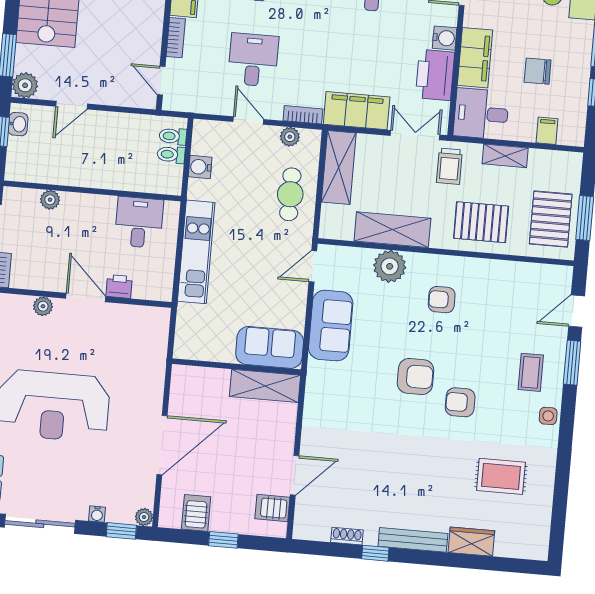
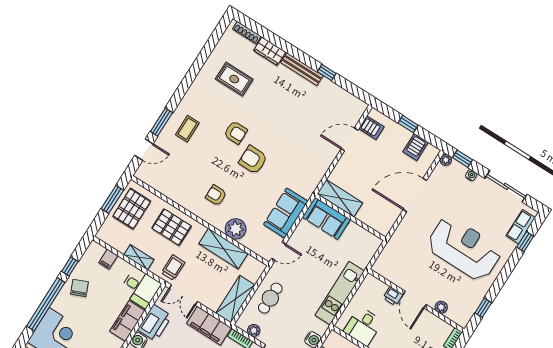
chair: (538, 71) -> (79, 288), moved, turned -113
armchair: (442, 300) -> (216, 195), turned 180
side table: (548, 416) -> (190, 99), removed
shoe rack: (347, 536) -> (247, 33), moved, width x1.43

